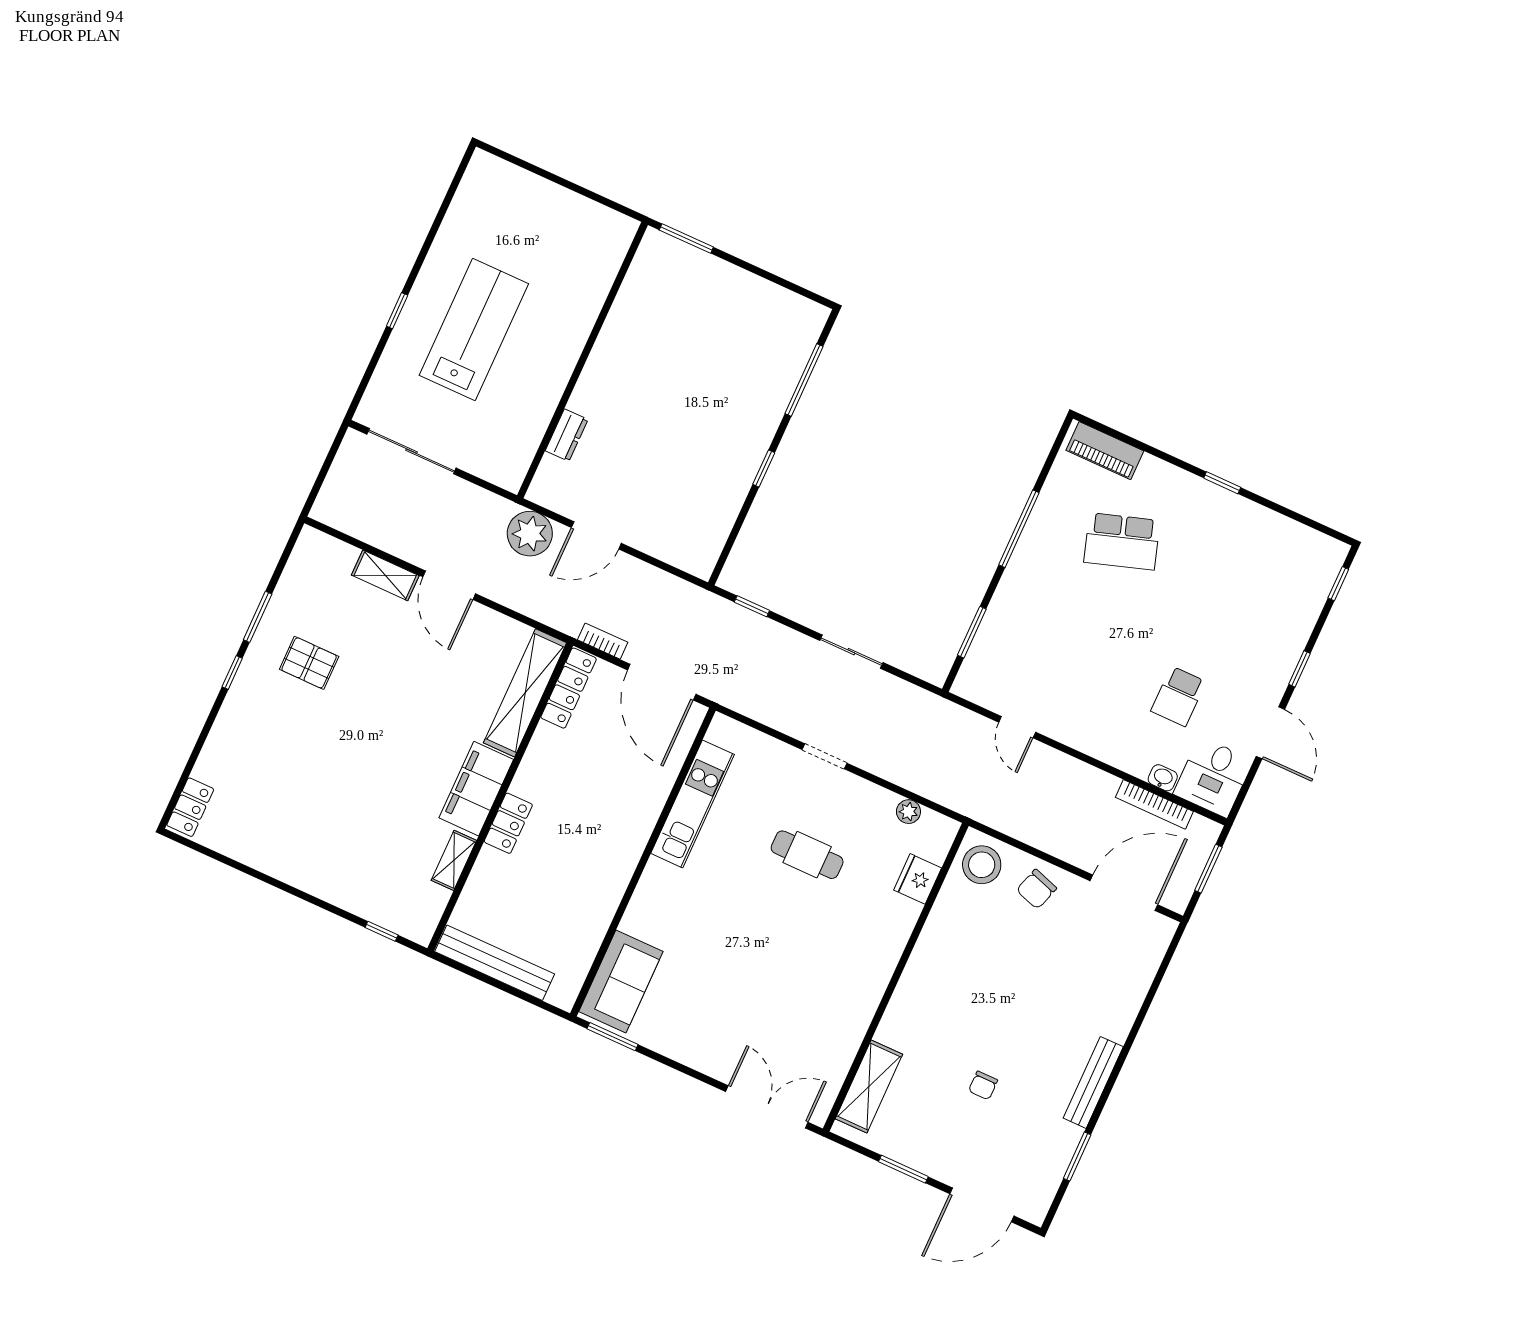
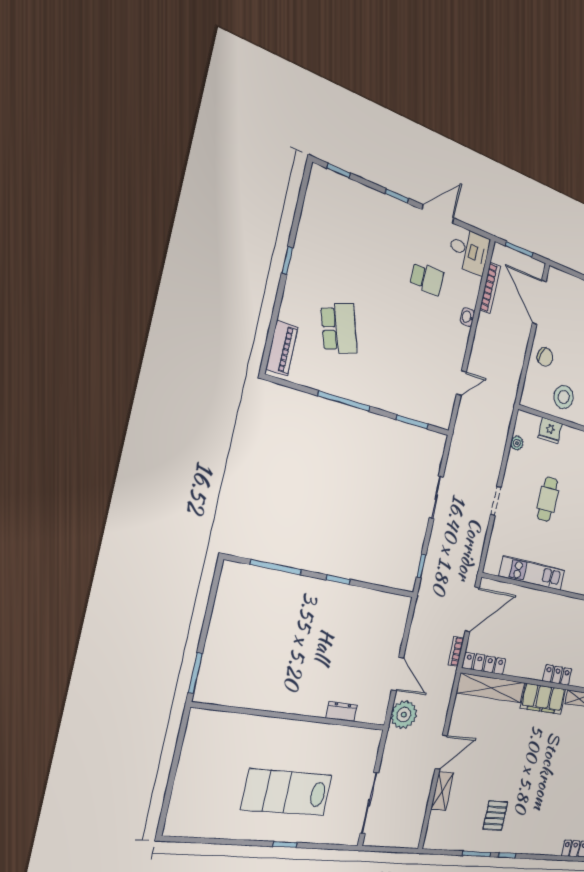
washbasin: (1163, 778) -> (467, 317), moved
stool: (982, 865) -> (564, 397), moved

